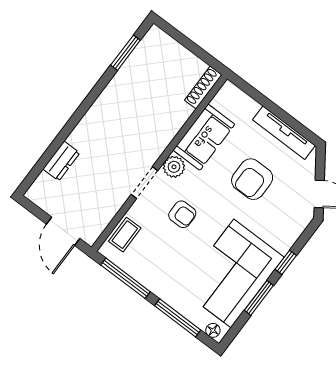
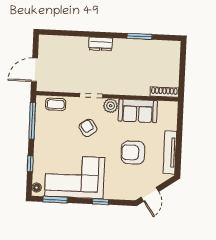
window: (125, 53) -> (140, 36), moved
dresser: (61, 161) -> (101, 44), moved
armchair: (182, 214) -> (88, 128), turned 145
window: (259, 298) -> (55, 200), moved
window: (178, 318) -> (30, 164), width x0.46

